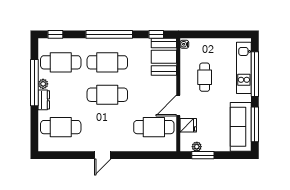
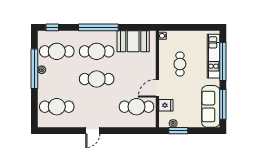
window: (156, 34) -> (139, 27), removed
booth: (164, 57) -> (133, 41), moved, turned 90
dresser: (44, 100) -> (42, 83), removed

